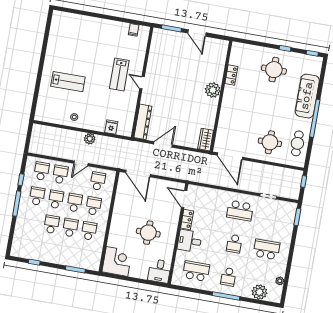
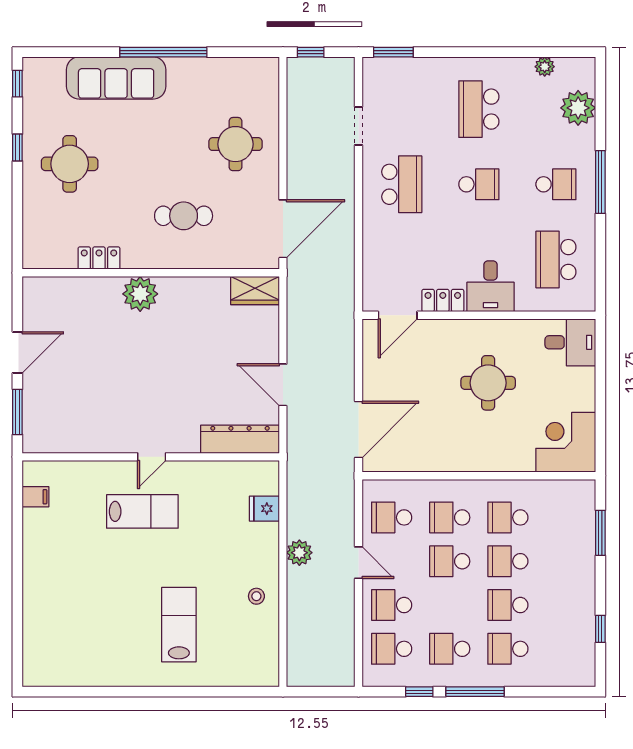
cafe table: (297, 143) -> (184, 216), moved
school desk: (56, 199) -> (508, 649), moved

